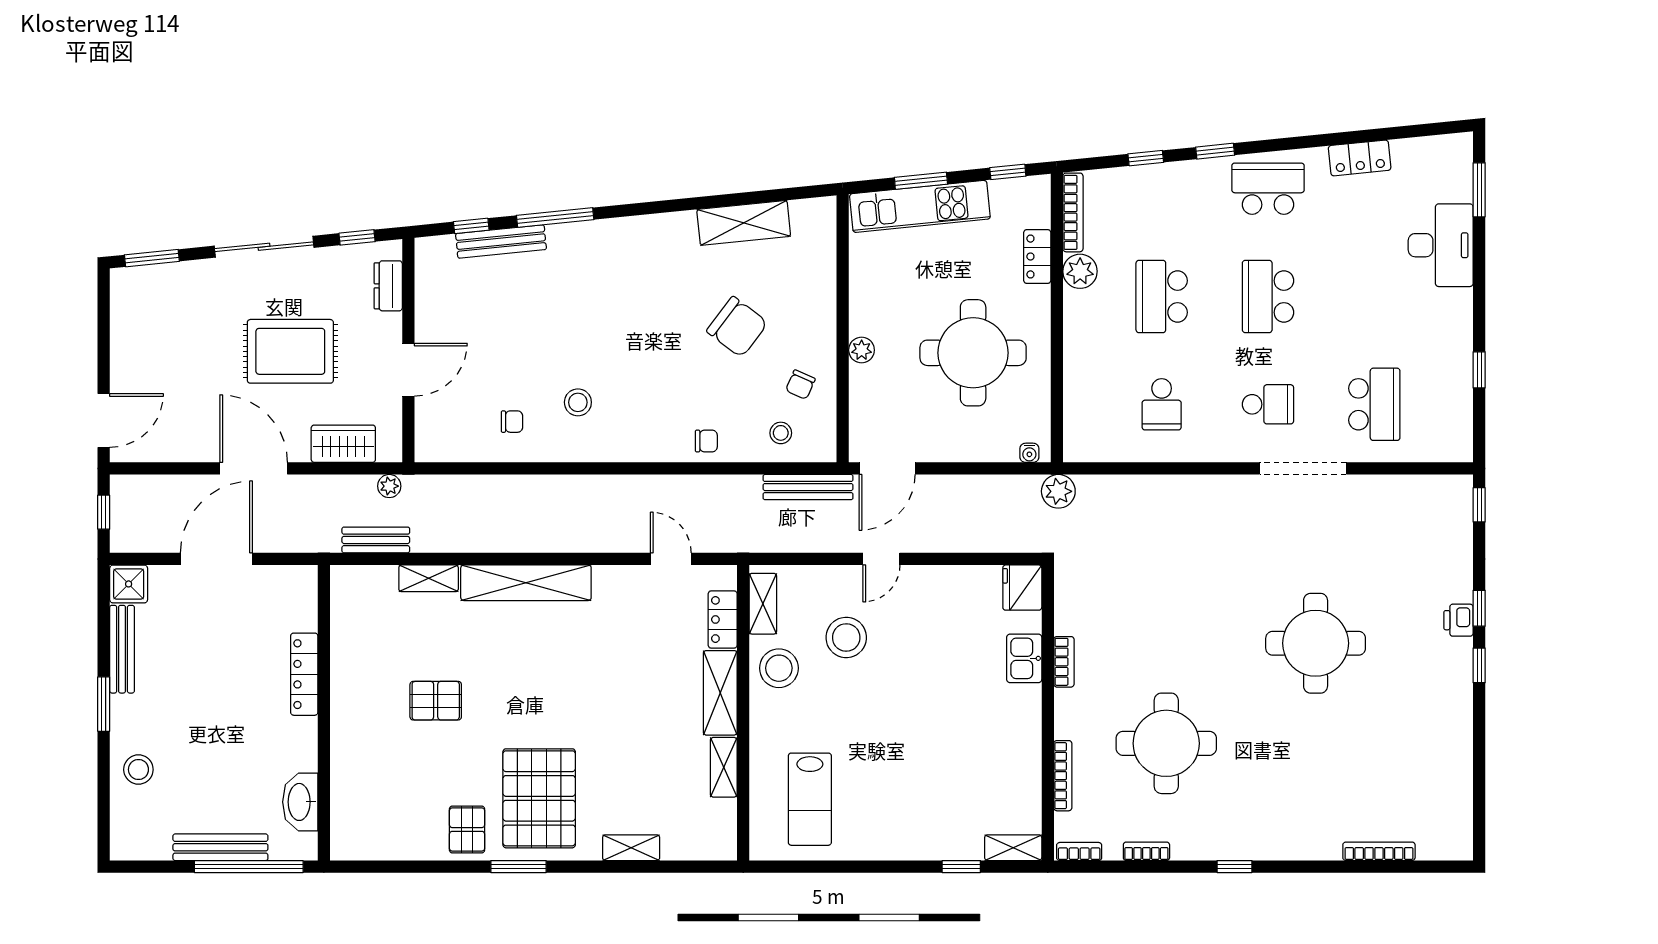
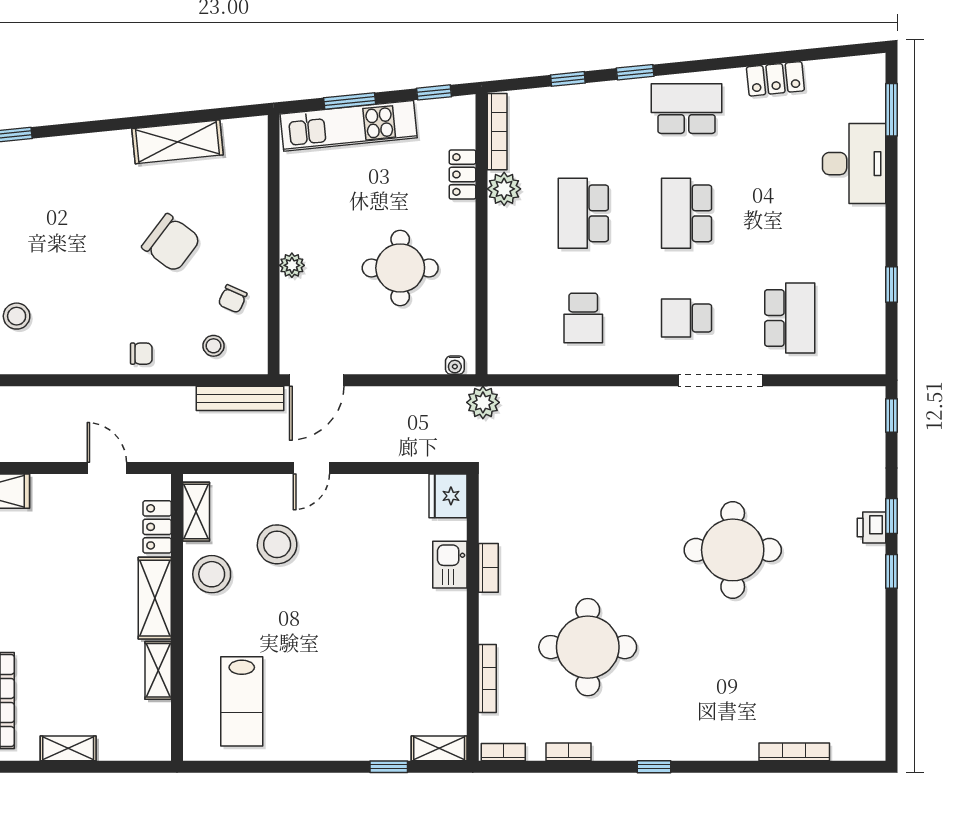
round table: (973, 353) -> (400, 268), width x0.73, depth x0.73
school desk: (1268, 404) -> (687, 318), turned 180

